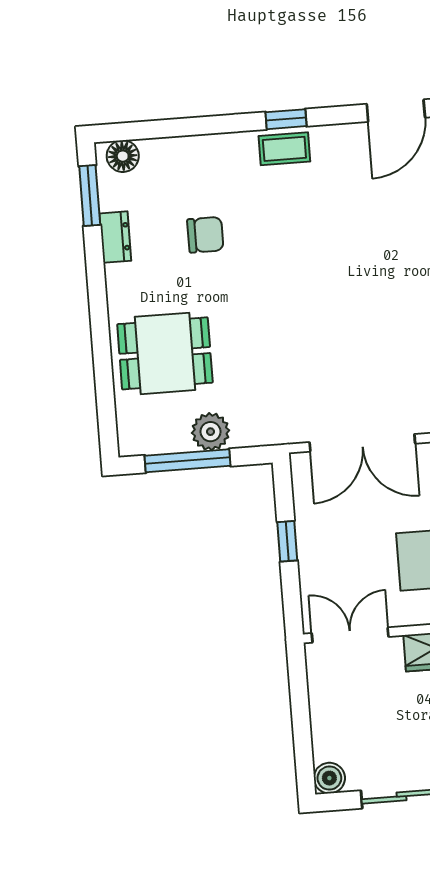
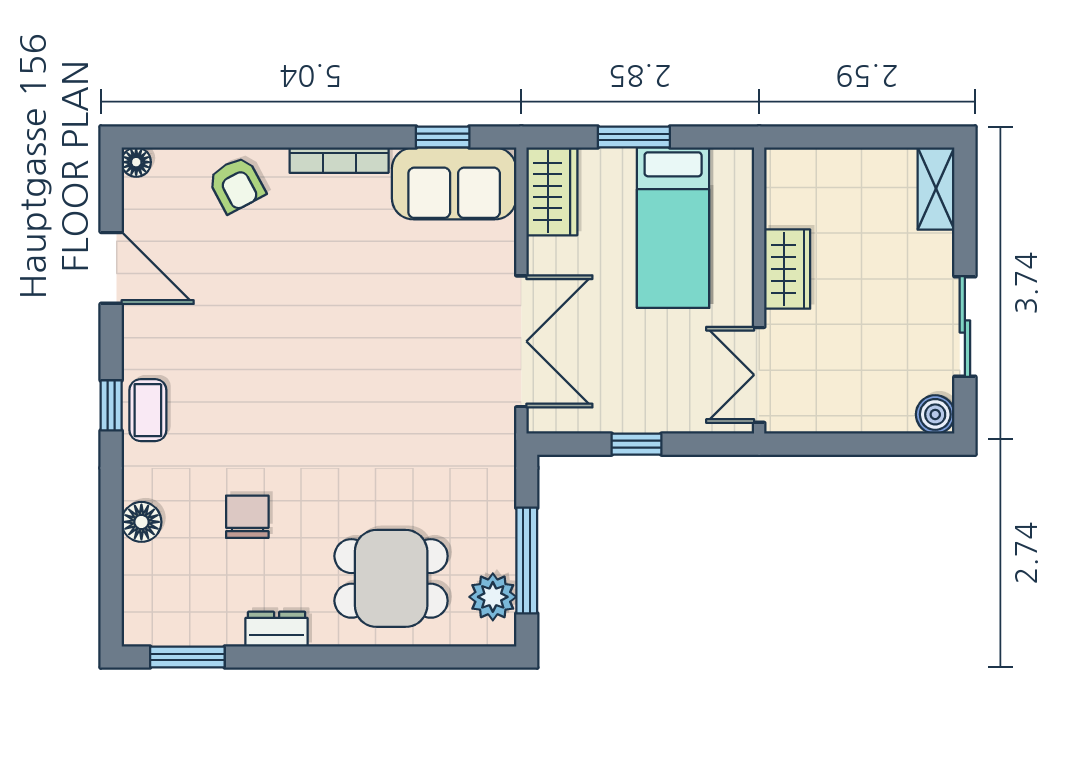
floor lamp: (123, 156) -> (141, 522), moved
dresser: (115, 237) -> (277, 629), moved
dining table: (165, 353) -> (391, 578), turned 90
plant: (211, 432) -> (493, 597), moved

